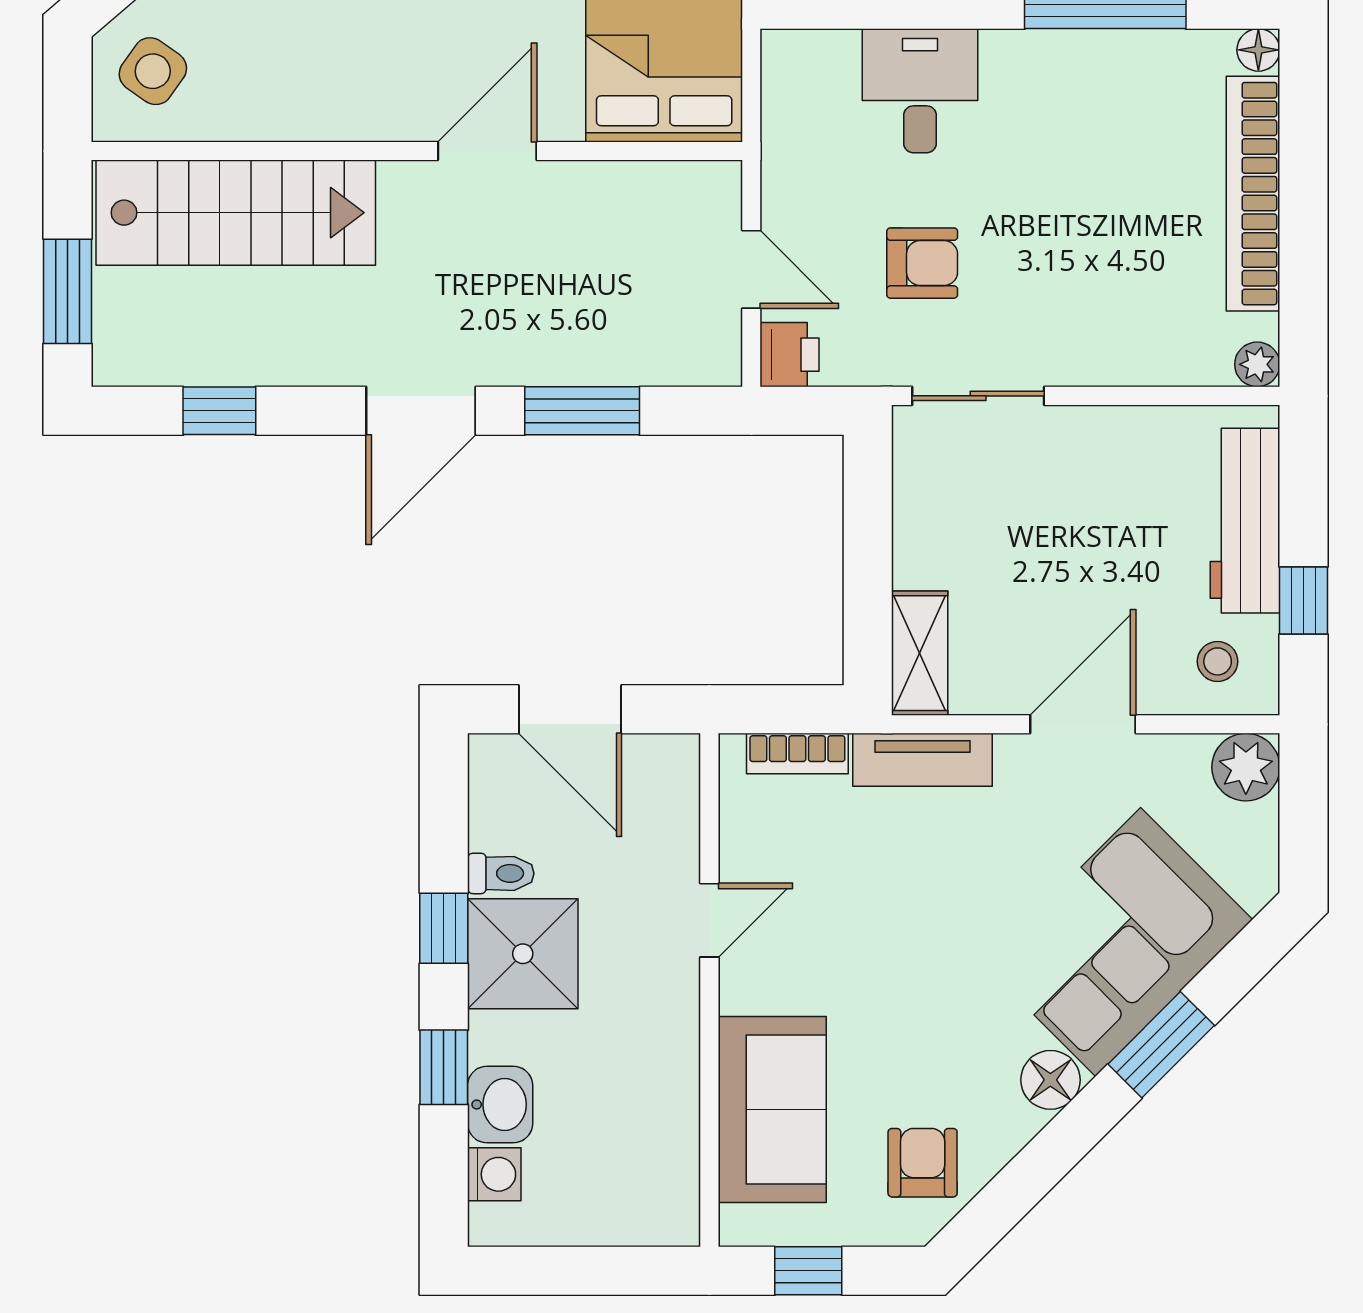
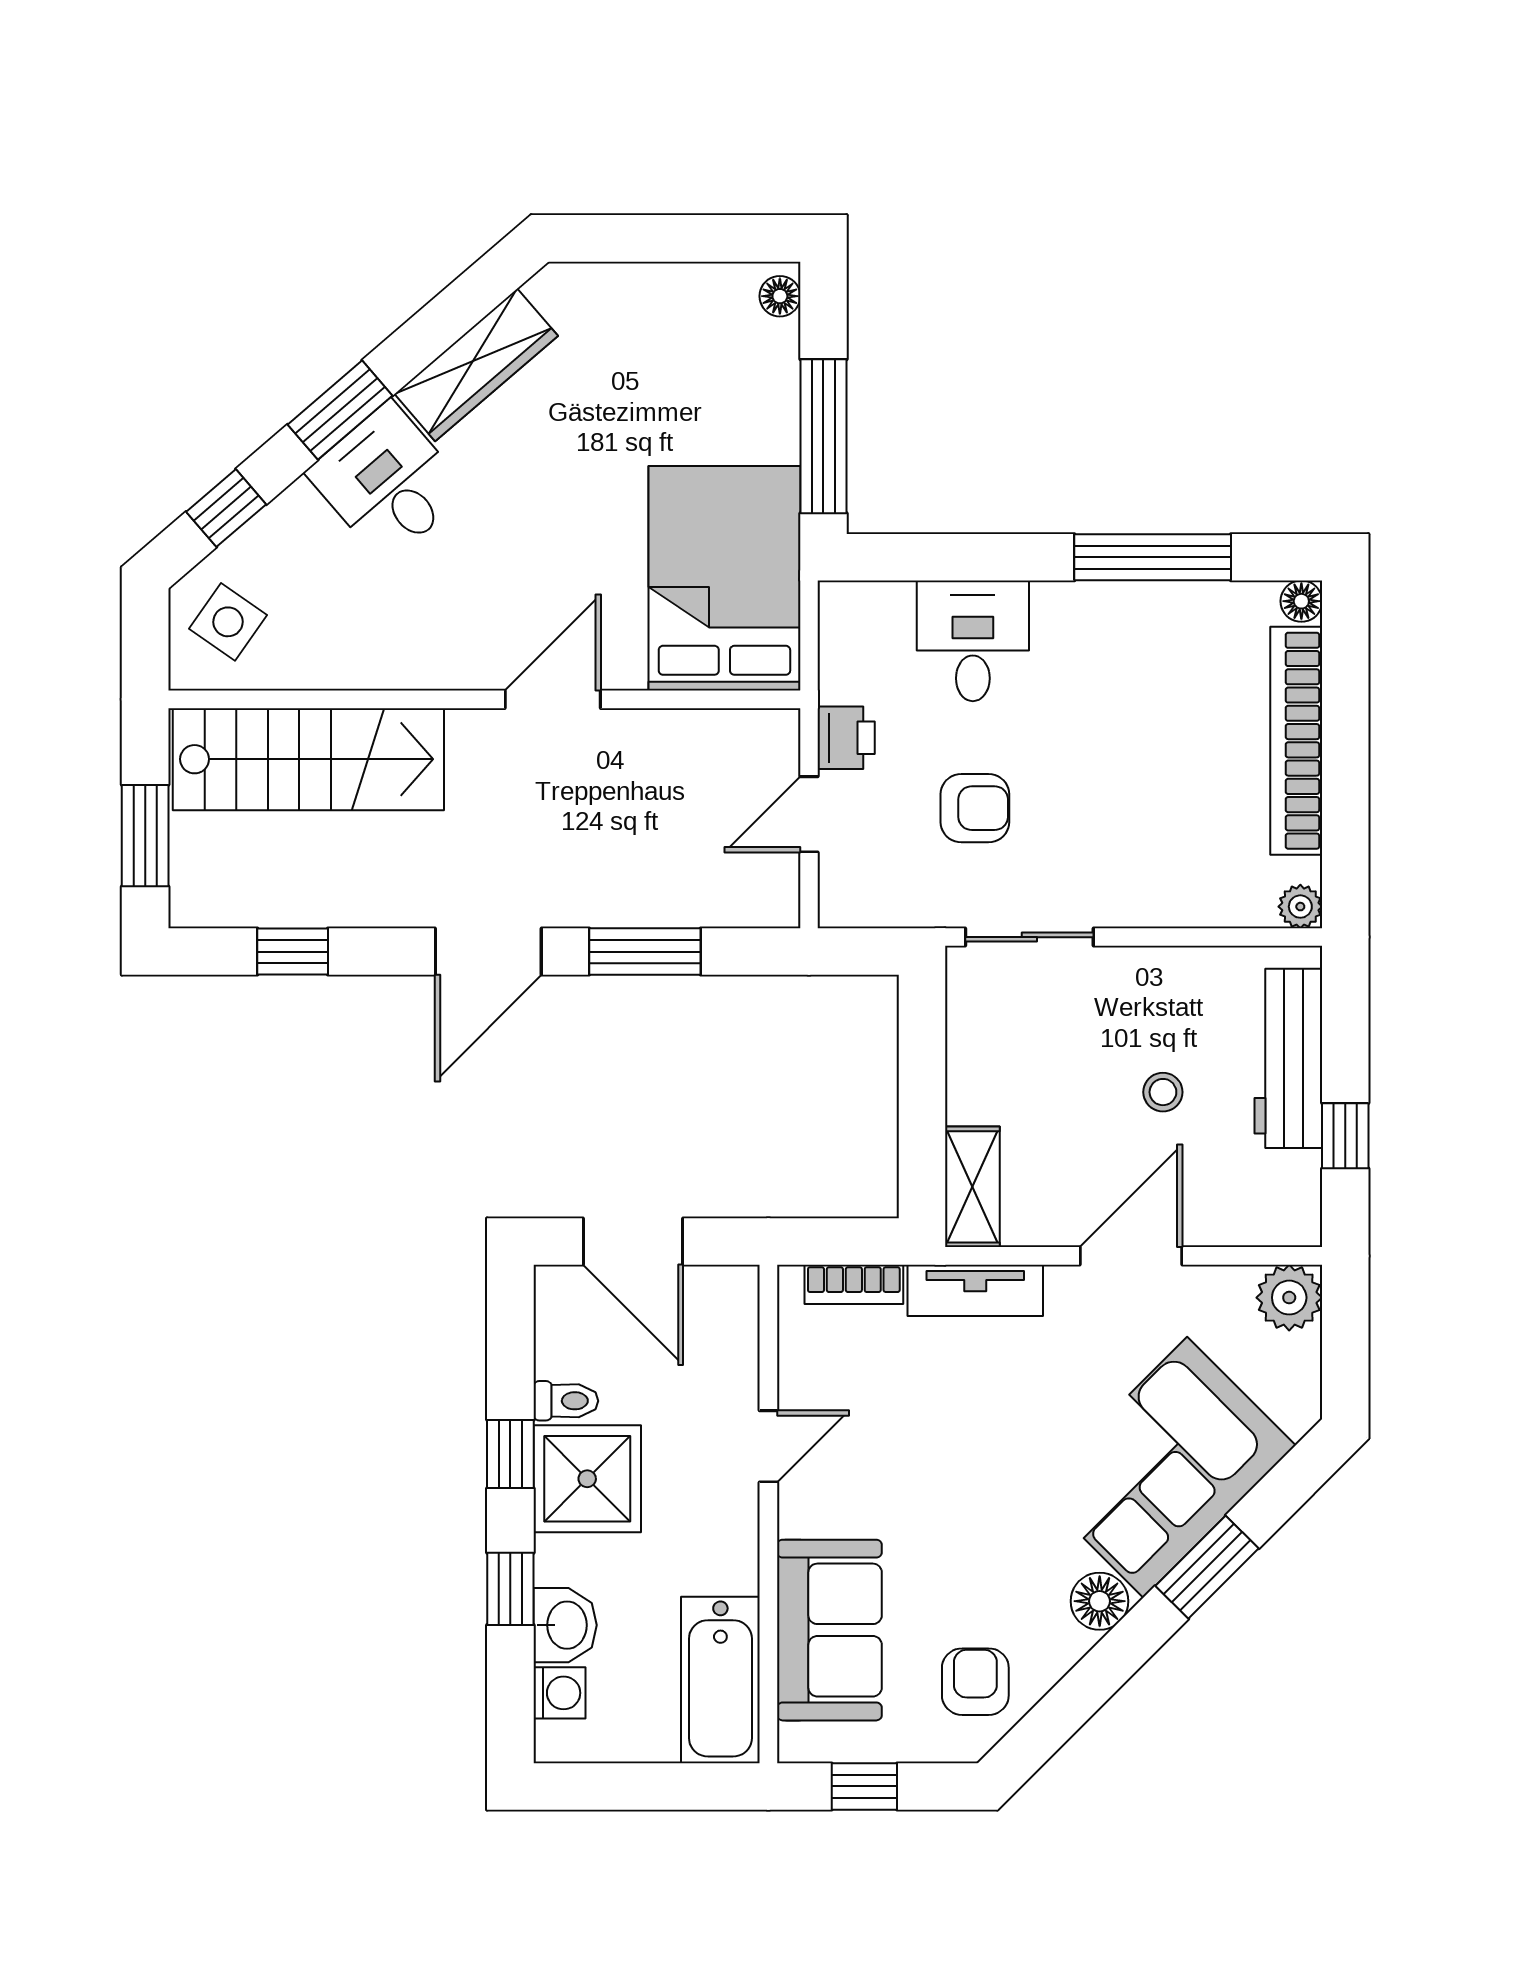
door: (751, 269) -> (809, 814), swing flipped
printer: (790, 355) -> (846, 738), moved
stool: (1218, 661) -> (1163, 1092), moved
bathtub: (660, 1161) -> (720, 1680), added

